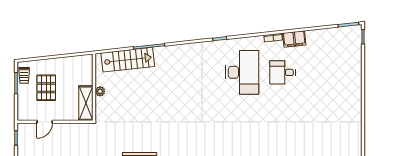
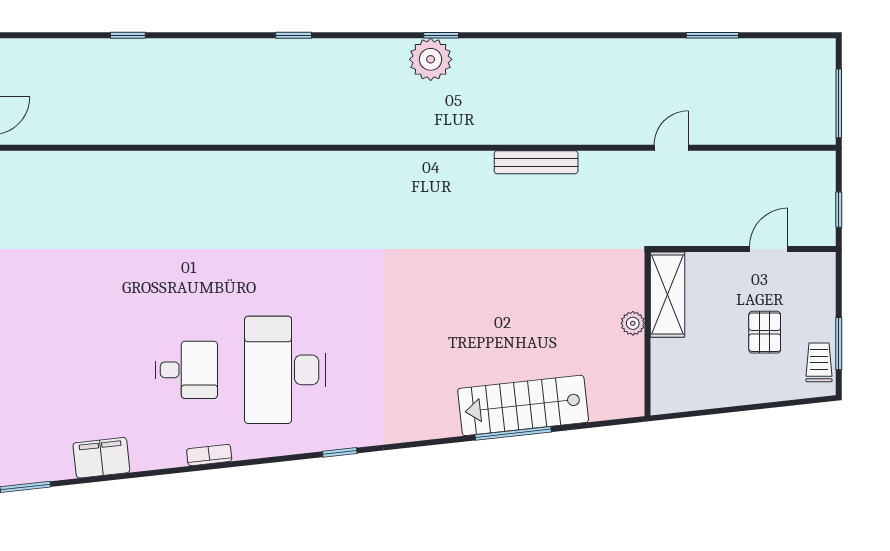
filing cabinet: (294, 39) -> (101, 458), moved
stairs: (128, 60) -> (523, 405), moved
pallet: (46, 88) -> (765, 332), width x0.67, depth x0.71

